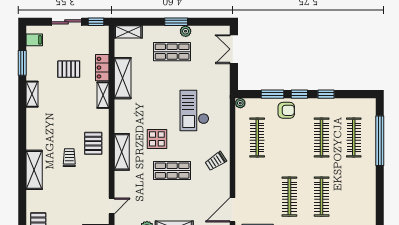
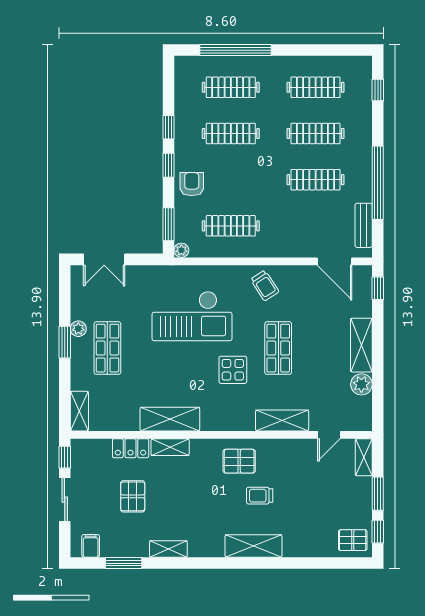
shelving: (123, 78) -> (170, 419), moved
window: (273, 94) -> (168, 224), moved
checkout: (194, 111) -> (192, 316), width x1.36, depth x1.21
shelving: (122, 152) -> (282, 420), moved
shelving: (34, 170) -> (253, 546), moved
clothes rail: (354, 197) -> (316, 87), added
door: (112, 206) -> (329, 435), swing flipped

